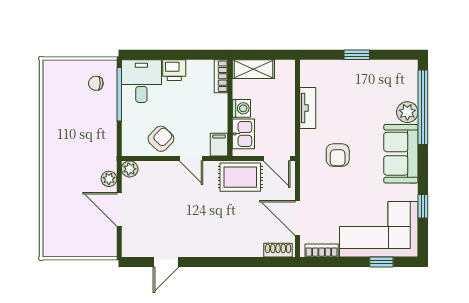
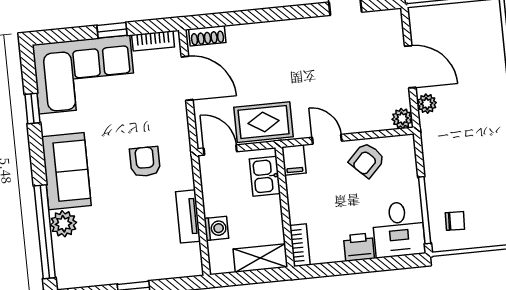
washing machine: (241, 108) -> (216, 228), moved, turned 180
window: (381, 262) -> (112, 30), moved

